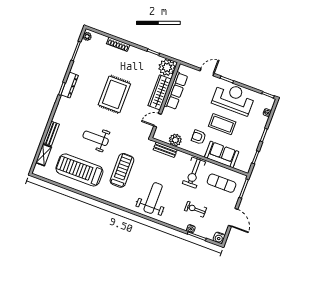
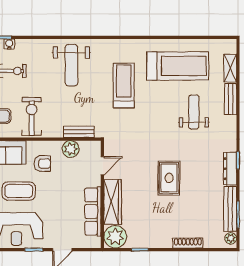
bench: (80, 57) -> (230, 209), added
rug: (114, 94) -> (169, 178), width x0.73, depth x0.70
weight bench: (96, 138) -> (194, 112), moved, turned -90
treadmill: (122, 170) -> (124, 85), turned 180

